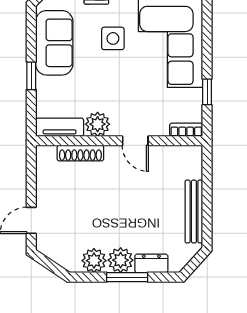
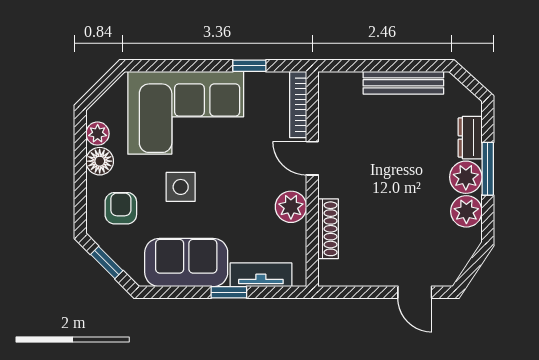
tv unit: (60, 127) -> (261, 275), moved, turned 90
bookcase: (186, 130) -> (298, 105), width x1.56
door: (135, 141) -> (312, 158), swing flipped

